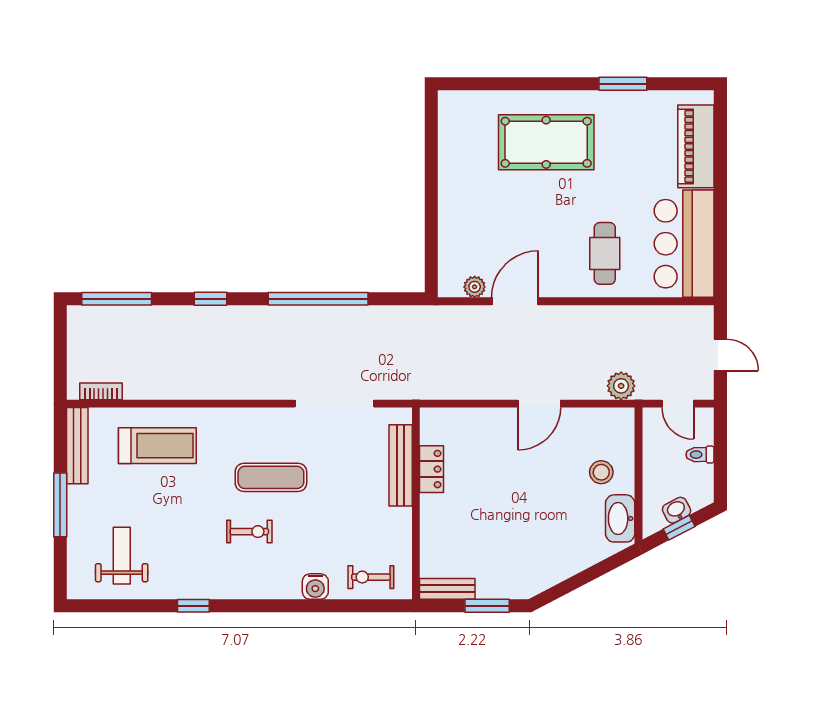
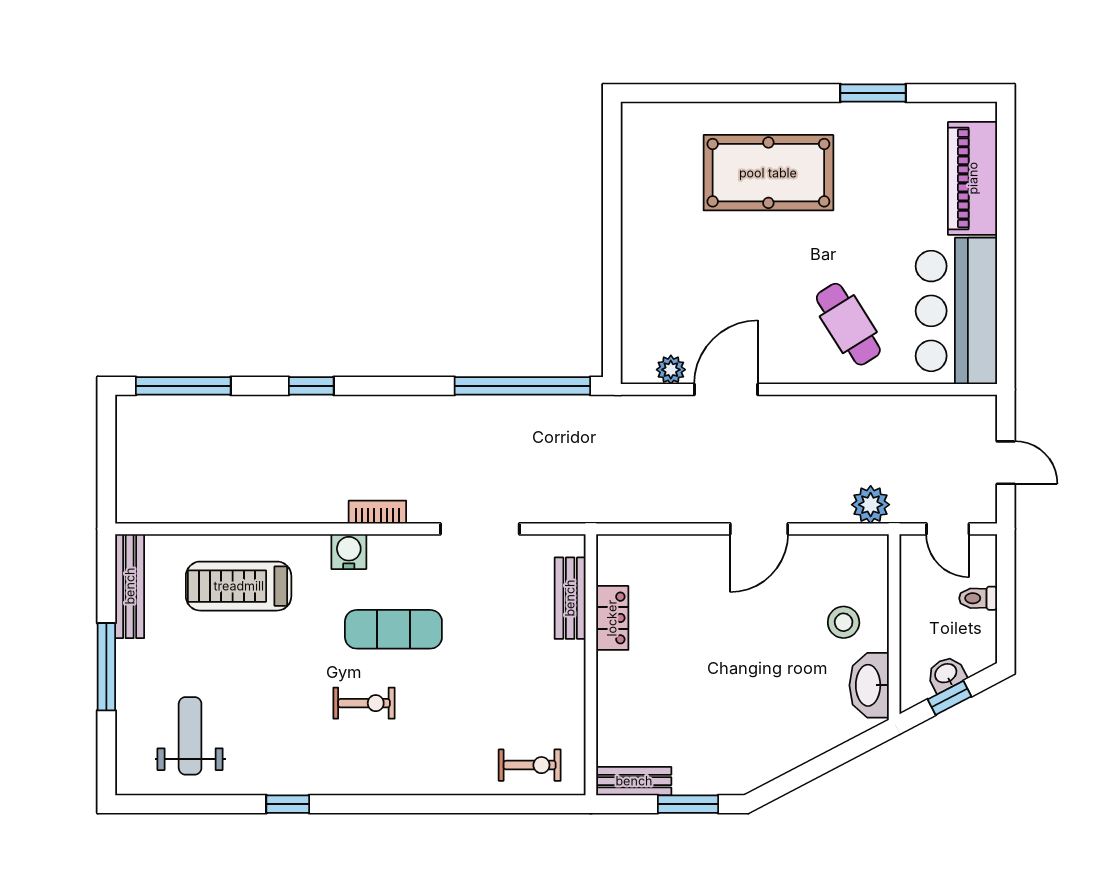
cafe table: (605, 253) -> (848, 324), turned -32
window: (318, 299) -> (522, 386), moved
bookcase: (101, 391) -> (377, 512), moved
doorway: (334, 404) -> (480, 529), width x0.73
treadmill: (157, 446) -> (239, 586), turned 180
bench: (401, 465) -> (570, 598), width x0.73
exercise bike: (371, 577) -> (530, 765), turned 180
water cooler: (315, 587) -> (349, 552), moved, turned 180

